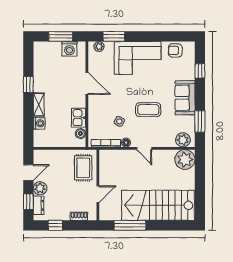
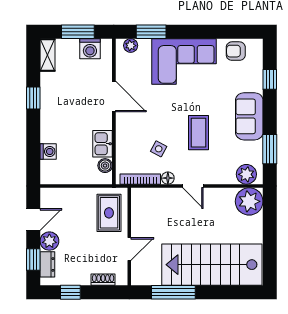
shelving: (39, 105) -> (48, 55), moved
coffee table: (148, 110) -> (199, 133), turned 90

